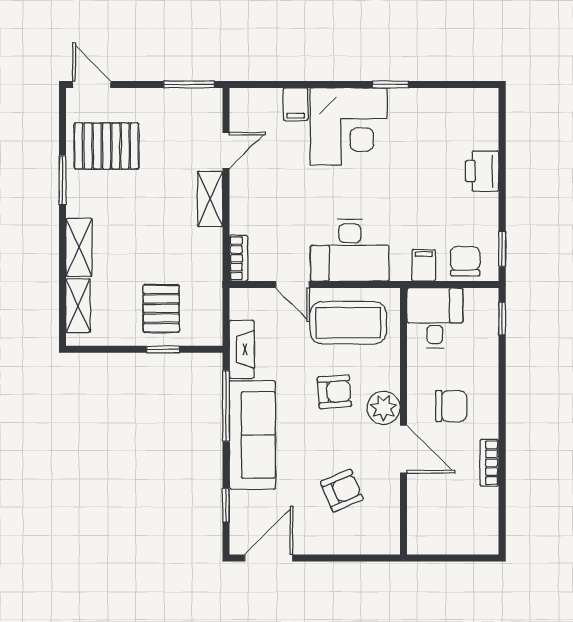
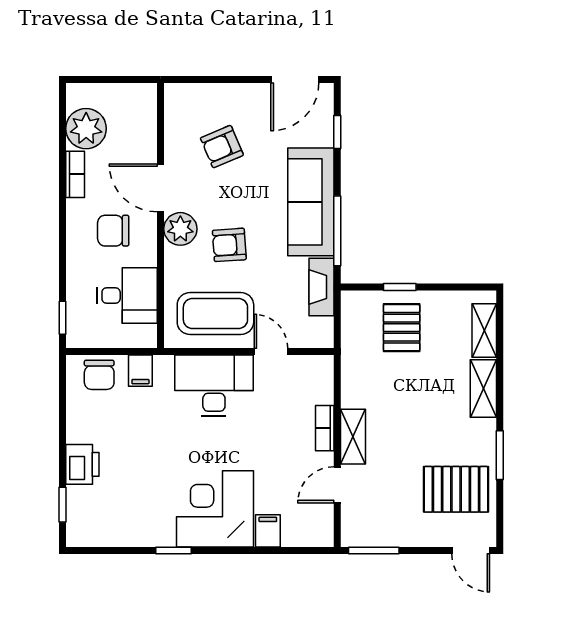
window: (502, 249) -> (62, 505), moved
bookcase: (239, 258) -> (325, 428), moved
desk: (435, 318) -> (127, 296), moved, turned -90
plant: (478, 509) -> (86, 129), added

